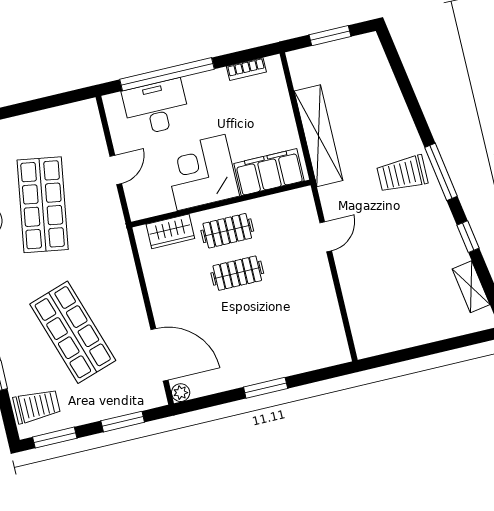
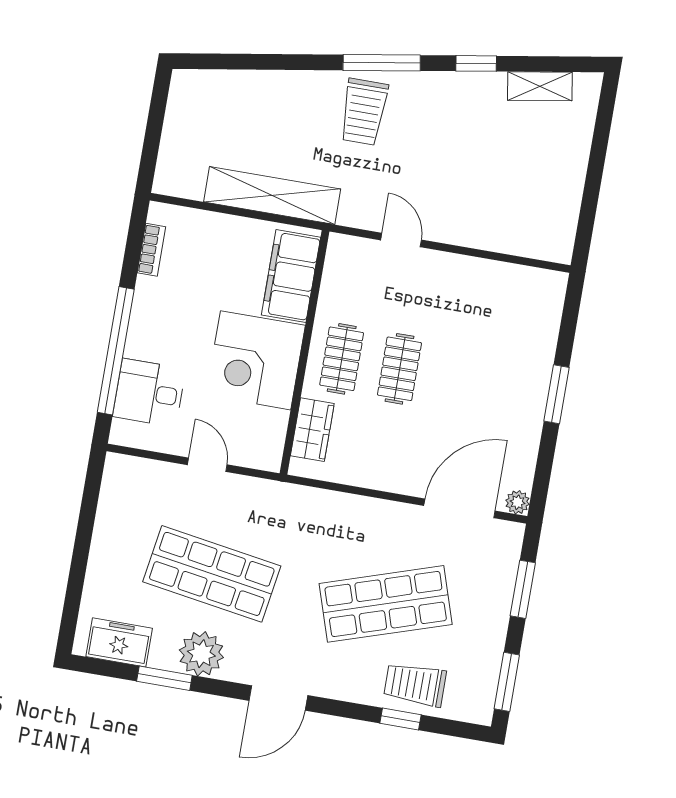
window: (330, 36) -> (154, 128), removed
desk: (156, 107) -> (149, 393), width x0.73
trolley: (37, 406) -> (415, 684), moved, turned -90

